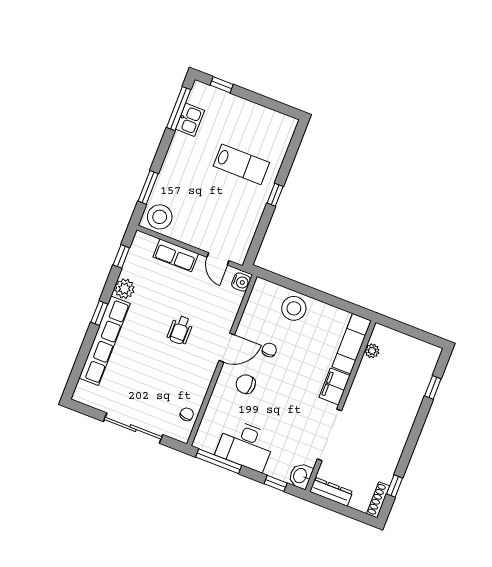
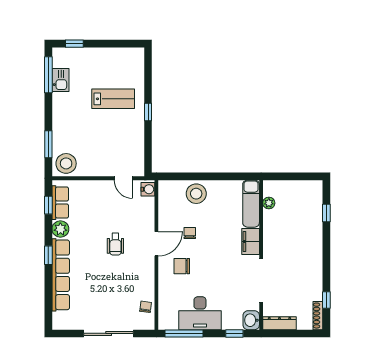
row of seats: (176, 255) -> (60, 203), moved, turned -90

